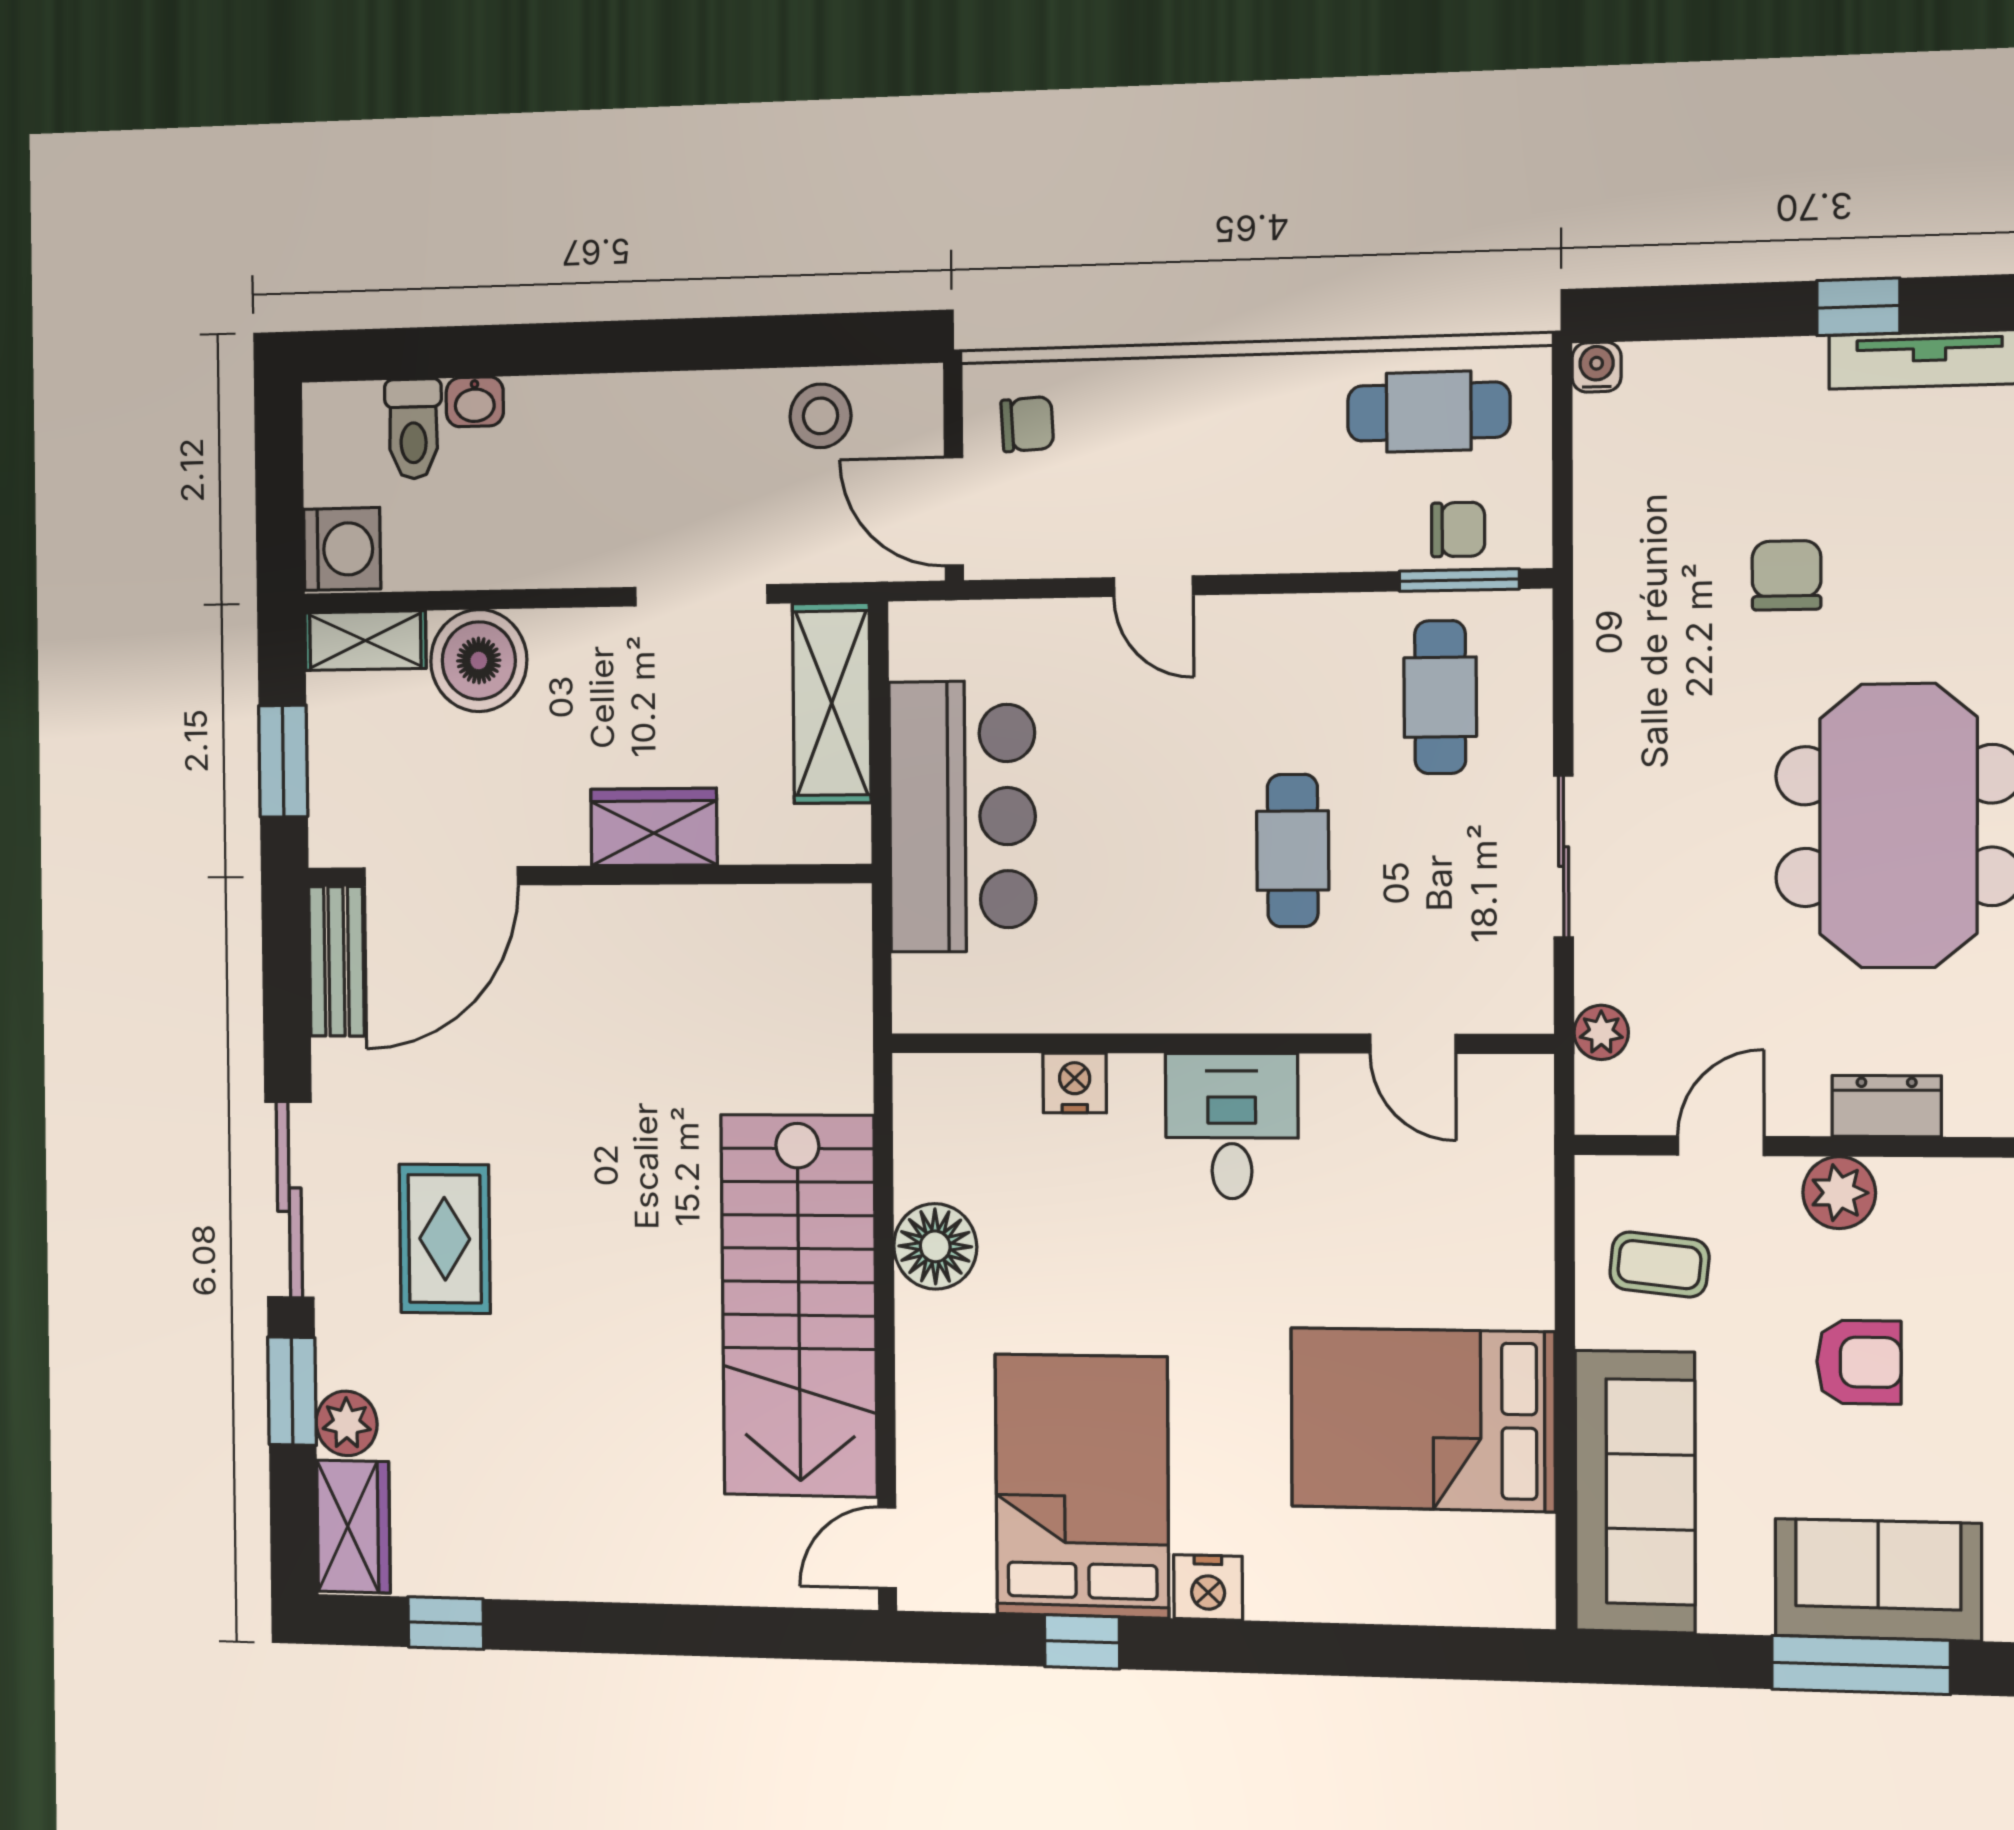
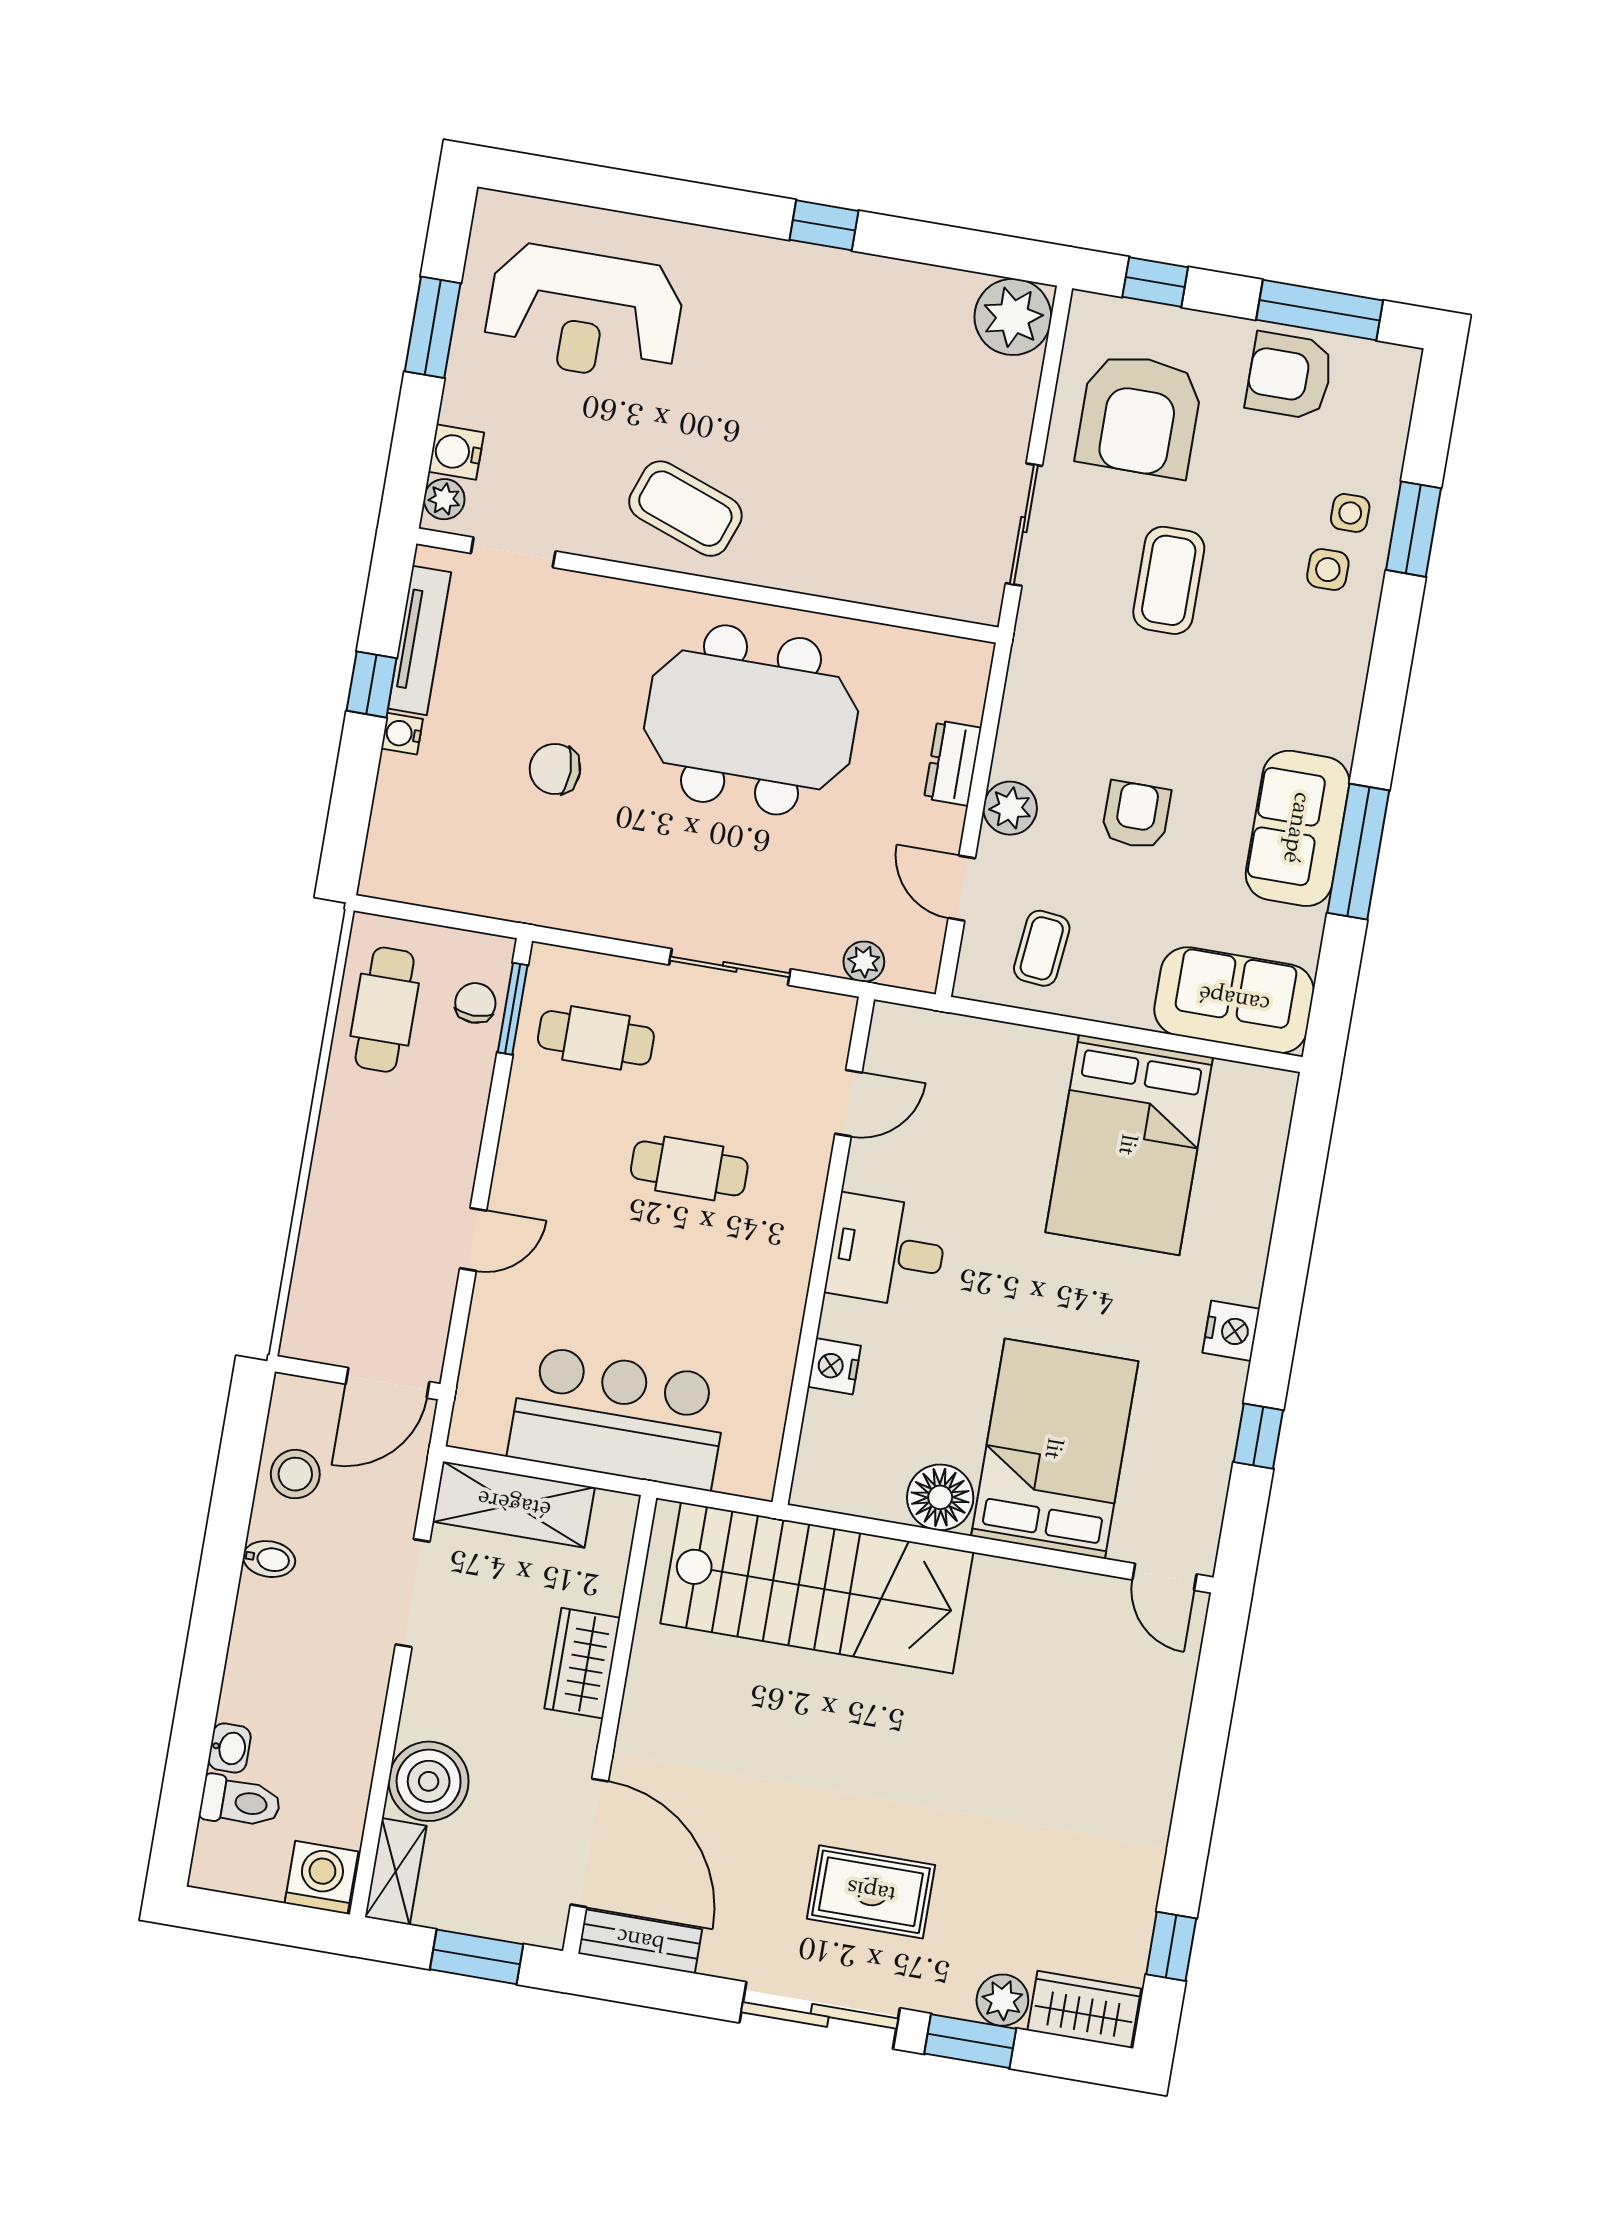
water cooler: (1597, 367) -> (402, 734), moved
bidet: (711, 404) -> (269, 1559), added
chair: (1027, 424) -> (333, 1315), removed
stairs: (799, 1306) -> (817, 1588), moved
bed: (1082, 1486) -> (1055, 1449), moved, turned 90
sofa: (1635, 1492) -> (1234, 1000), width x0.73

